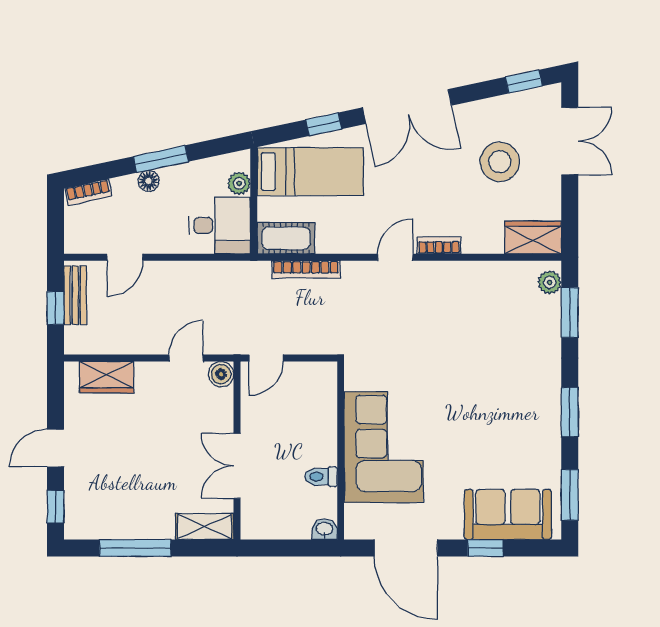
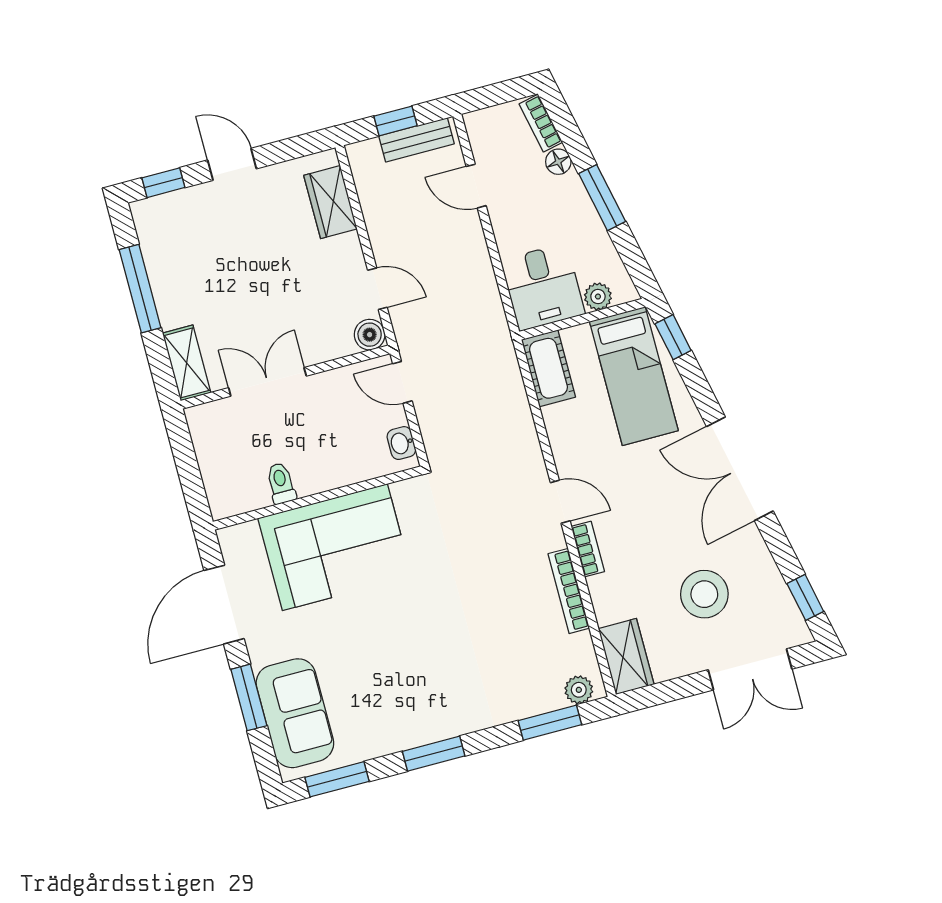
window: (324, 124) -> (673, 337), moved
floor lamp: (149, 181) -> (558, 162), moved
bookcase: (306, 269) -> (569, 591), moved
washbasin: (325, 529) -> (401, 443), moved, turned 180
window: (485, 548) -> (249, 697), width x1.50

